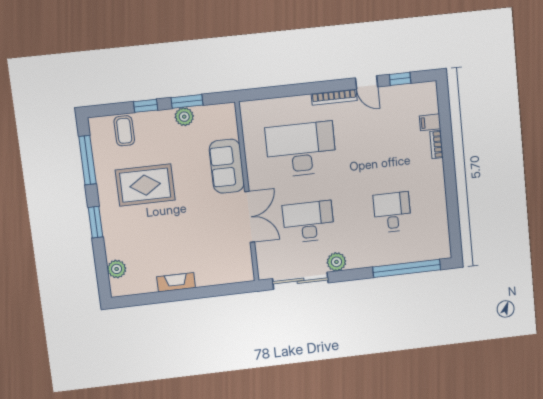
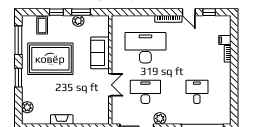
rug: (145, 185) -> (50, 59), width x1.37, depth x1.44
double door: (250, 217) -> (110, 85), width x0.73

